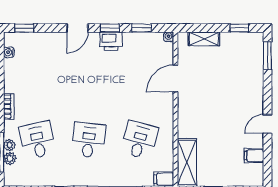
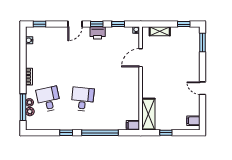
door: (267, 124) -> (202, 88), hinge flipped
desk: (140, 140) -> (117, 99), removed
filing cabinet: (254, 156) -> (193, 121), moved

